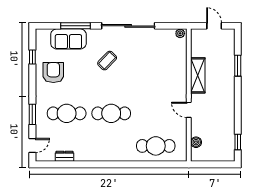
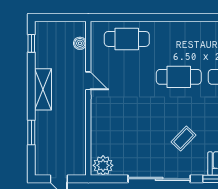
plant: (180, 33) -> (103, 165), width x1.88, depth x1.88
shelving: (198, 75) -> (43, 89), moved

